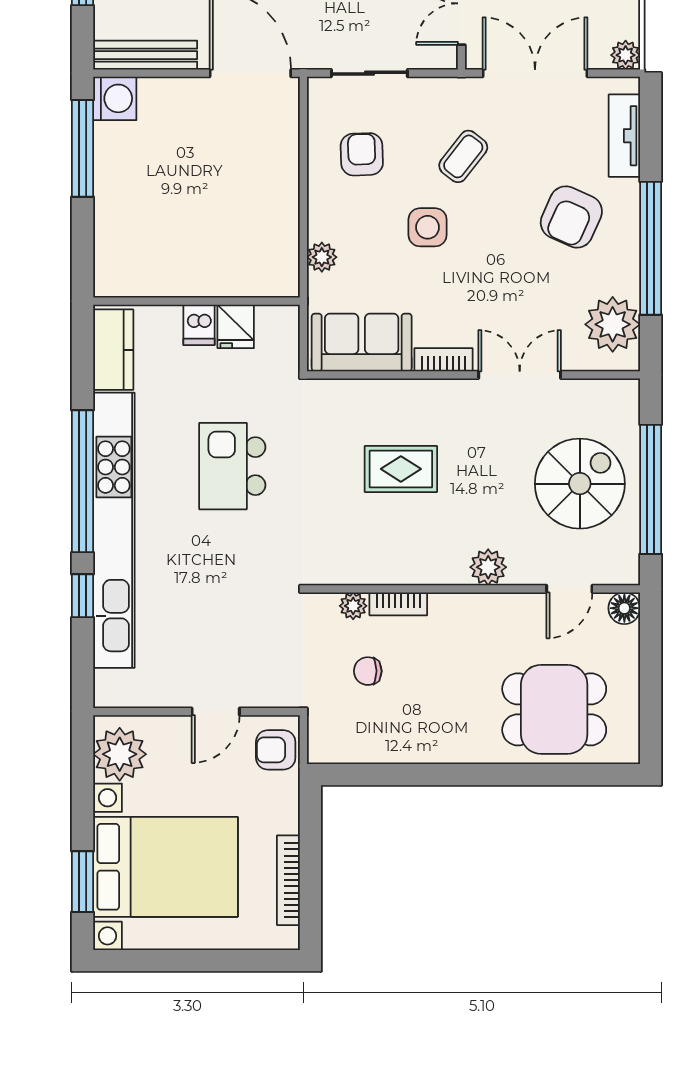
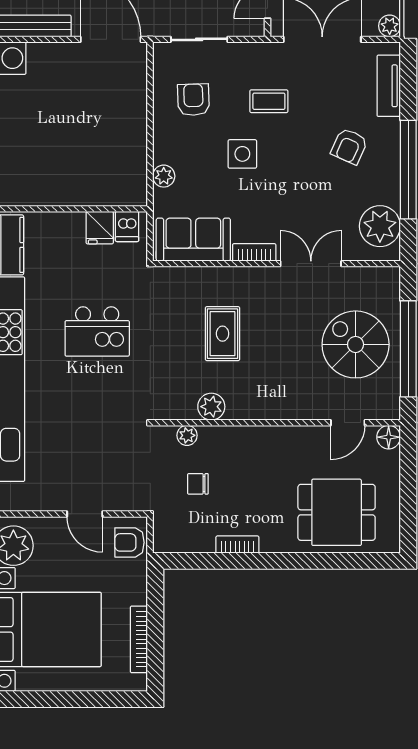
coffee table: (463, 156) -> (269, 101), turned 52
armchair: (571, 217) -> (349, 146), width x0.72, depth x0.72
dishwasher: (199, 325) -> (127, 226), moved
kitchen island: (232, 466) -> (97, 331), turned -90
rug: (401, 469) -> (223, 334), turned 90
spiral stairs: (580, 484) -> (356, 344), turned -90
plant: (488, 567) -> (211, 407), moved
bookcase: (398, 604) -> (237, 545), moved, turned 180
door: (216, 712) -> (85, 514), hinge flipped

